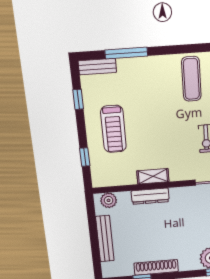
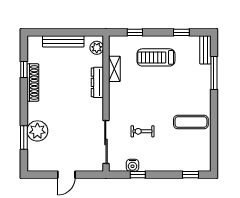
shelving: (153, 176) -> (114, 69), moved

